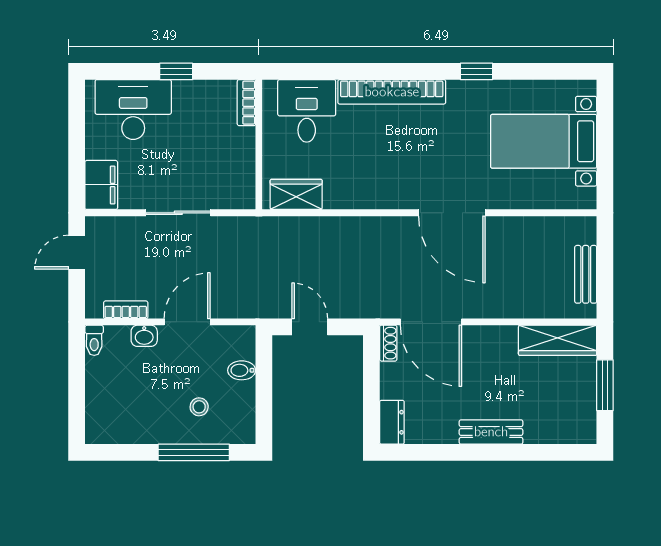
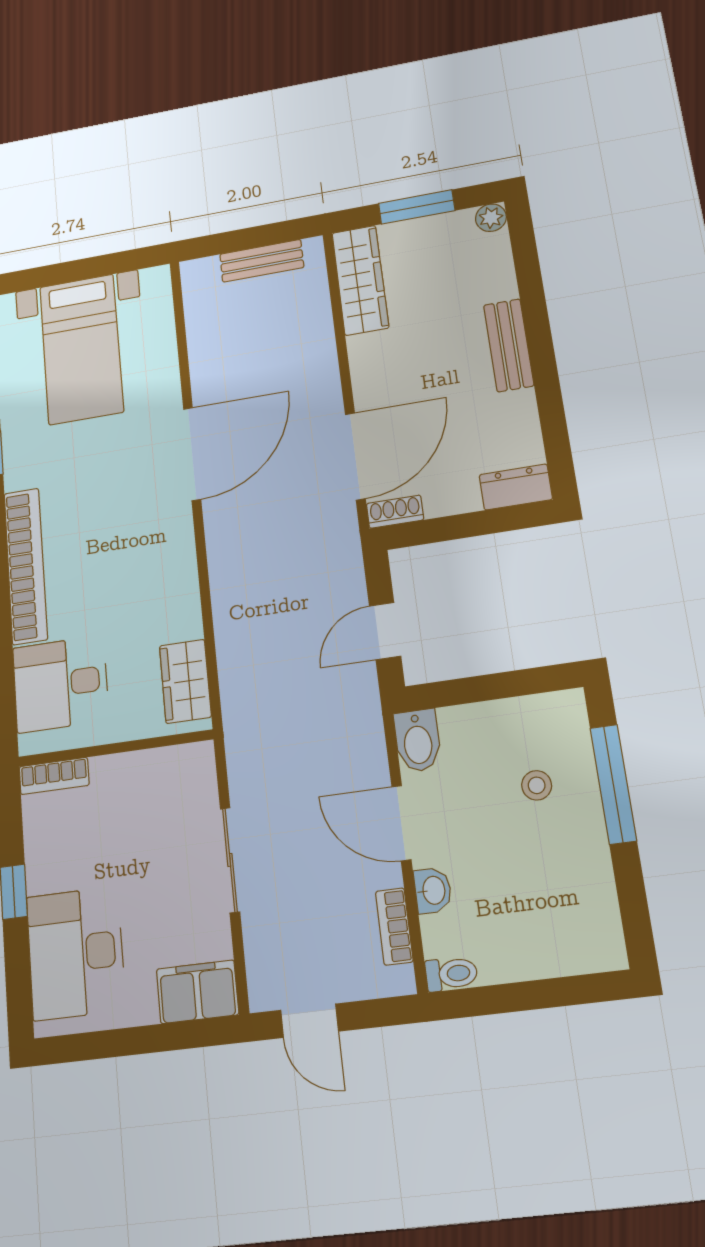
bidet: (242, 370) -> (418, 741), moved, width x1.38, depth x1.36
plant: (586, 434) -> (491, 218), added

